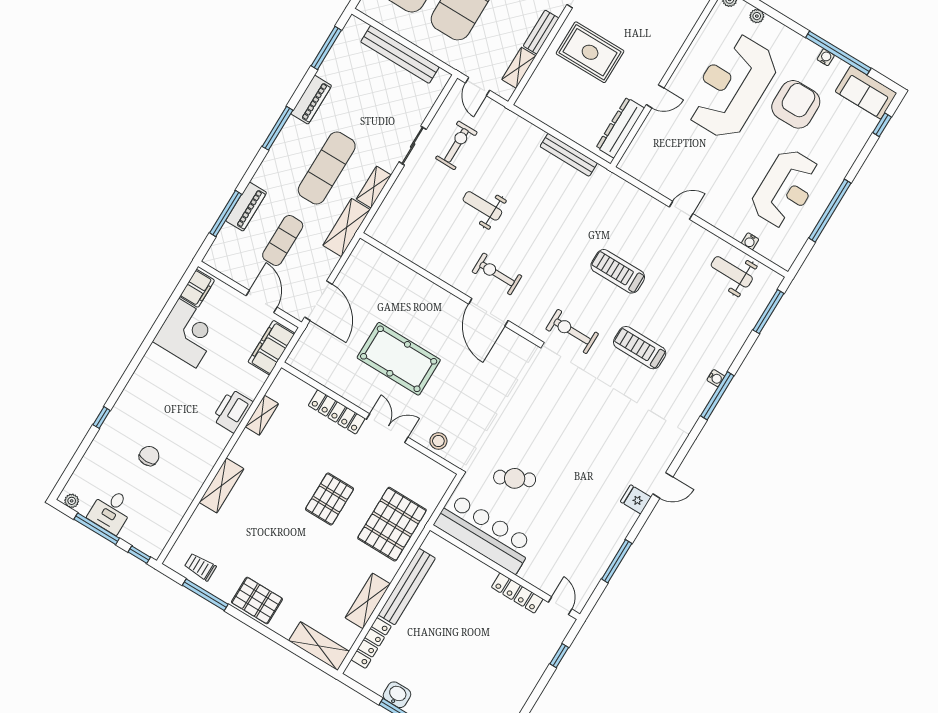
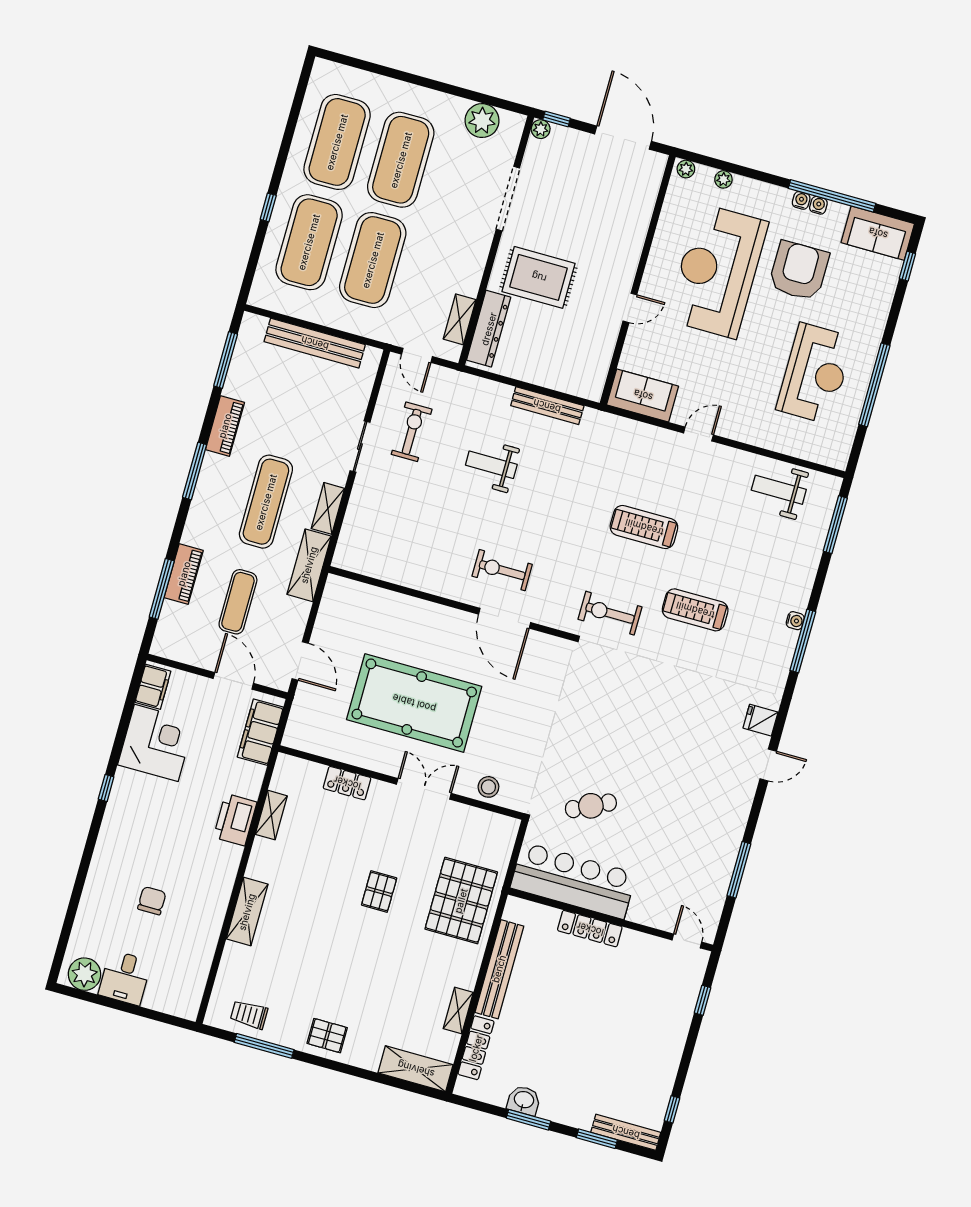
bench: (541, 32) -> (474, 270), removed
dresser: (620, 128) -> (489, 329), moved, turned 180
sofa: (646, 168) -> (643, 395), added
weight bench: (482, 206) -> (491, 465), moved
water cooler: (750, 241) -> (801, 200), moved, turned 180
door: (318, 301) -> (300, 661), width x0.73
pool table: (399, 359) -> (414, 703), width x1.36, depth x1.32
locker: (337, 412) -> (347, 783), width x0.66
window: (102, 418) -> (106, 788), moved
pallet: (330, 499) -> (379, 892), width x0.67, depth x0.71
fridge: (636, 499) -> (761, 720), moved
plant: (72, 501) -> (85, 974), width x1.88, depth x1.88
window: (97, 529) -> (114, 1004), removed
window: (139, 555) -> (173, 1020), removed
locker: (517, 593) -> (590, 929), moved
pallet: (257, 601) -> (327, 1036), width x0.67, depth x0.71
shelving: (368, 601) -> (458, 1010), width x0.67, depth x0.75

